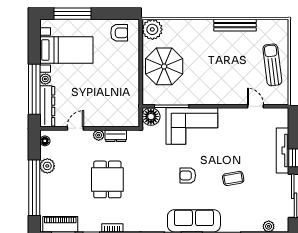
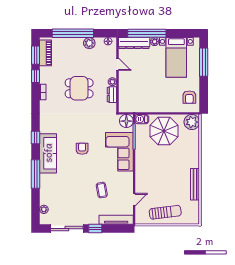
barbecue: (148, 96) -> (142, 119), added
tv unit: (282, 151) -> (116, 220), moved
coffee table: (233, 178) -> (102, 190), moved

